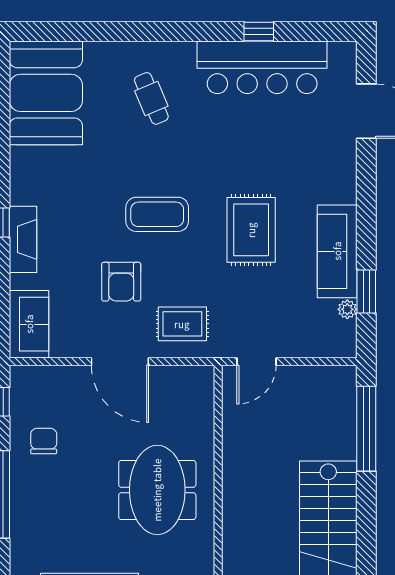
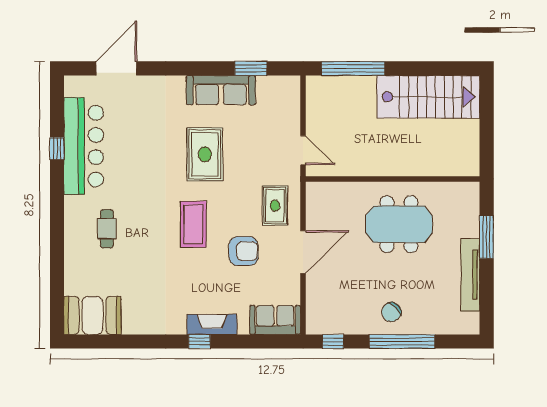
booth: (46, 93) -> (92, 315), width x0.73, depth x0.70
cafe table: (151, 98) -> (107, 229), turned -67
rug: (251, 230) -> (205, 154), turned 90
plant: (347, 309) -> (264, 82), removed
chair: (44, 441) -> (391, 312), moved, turned -46

